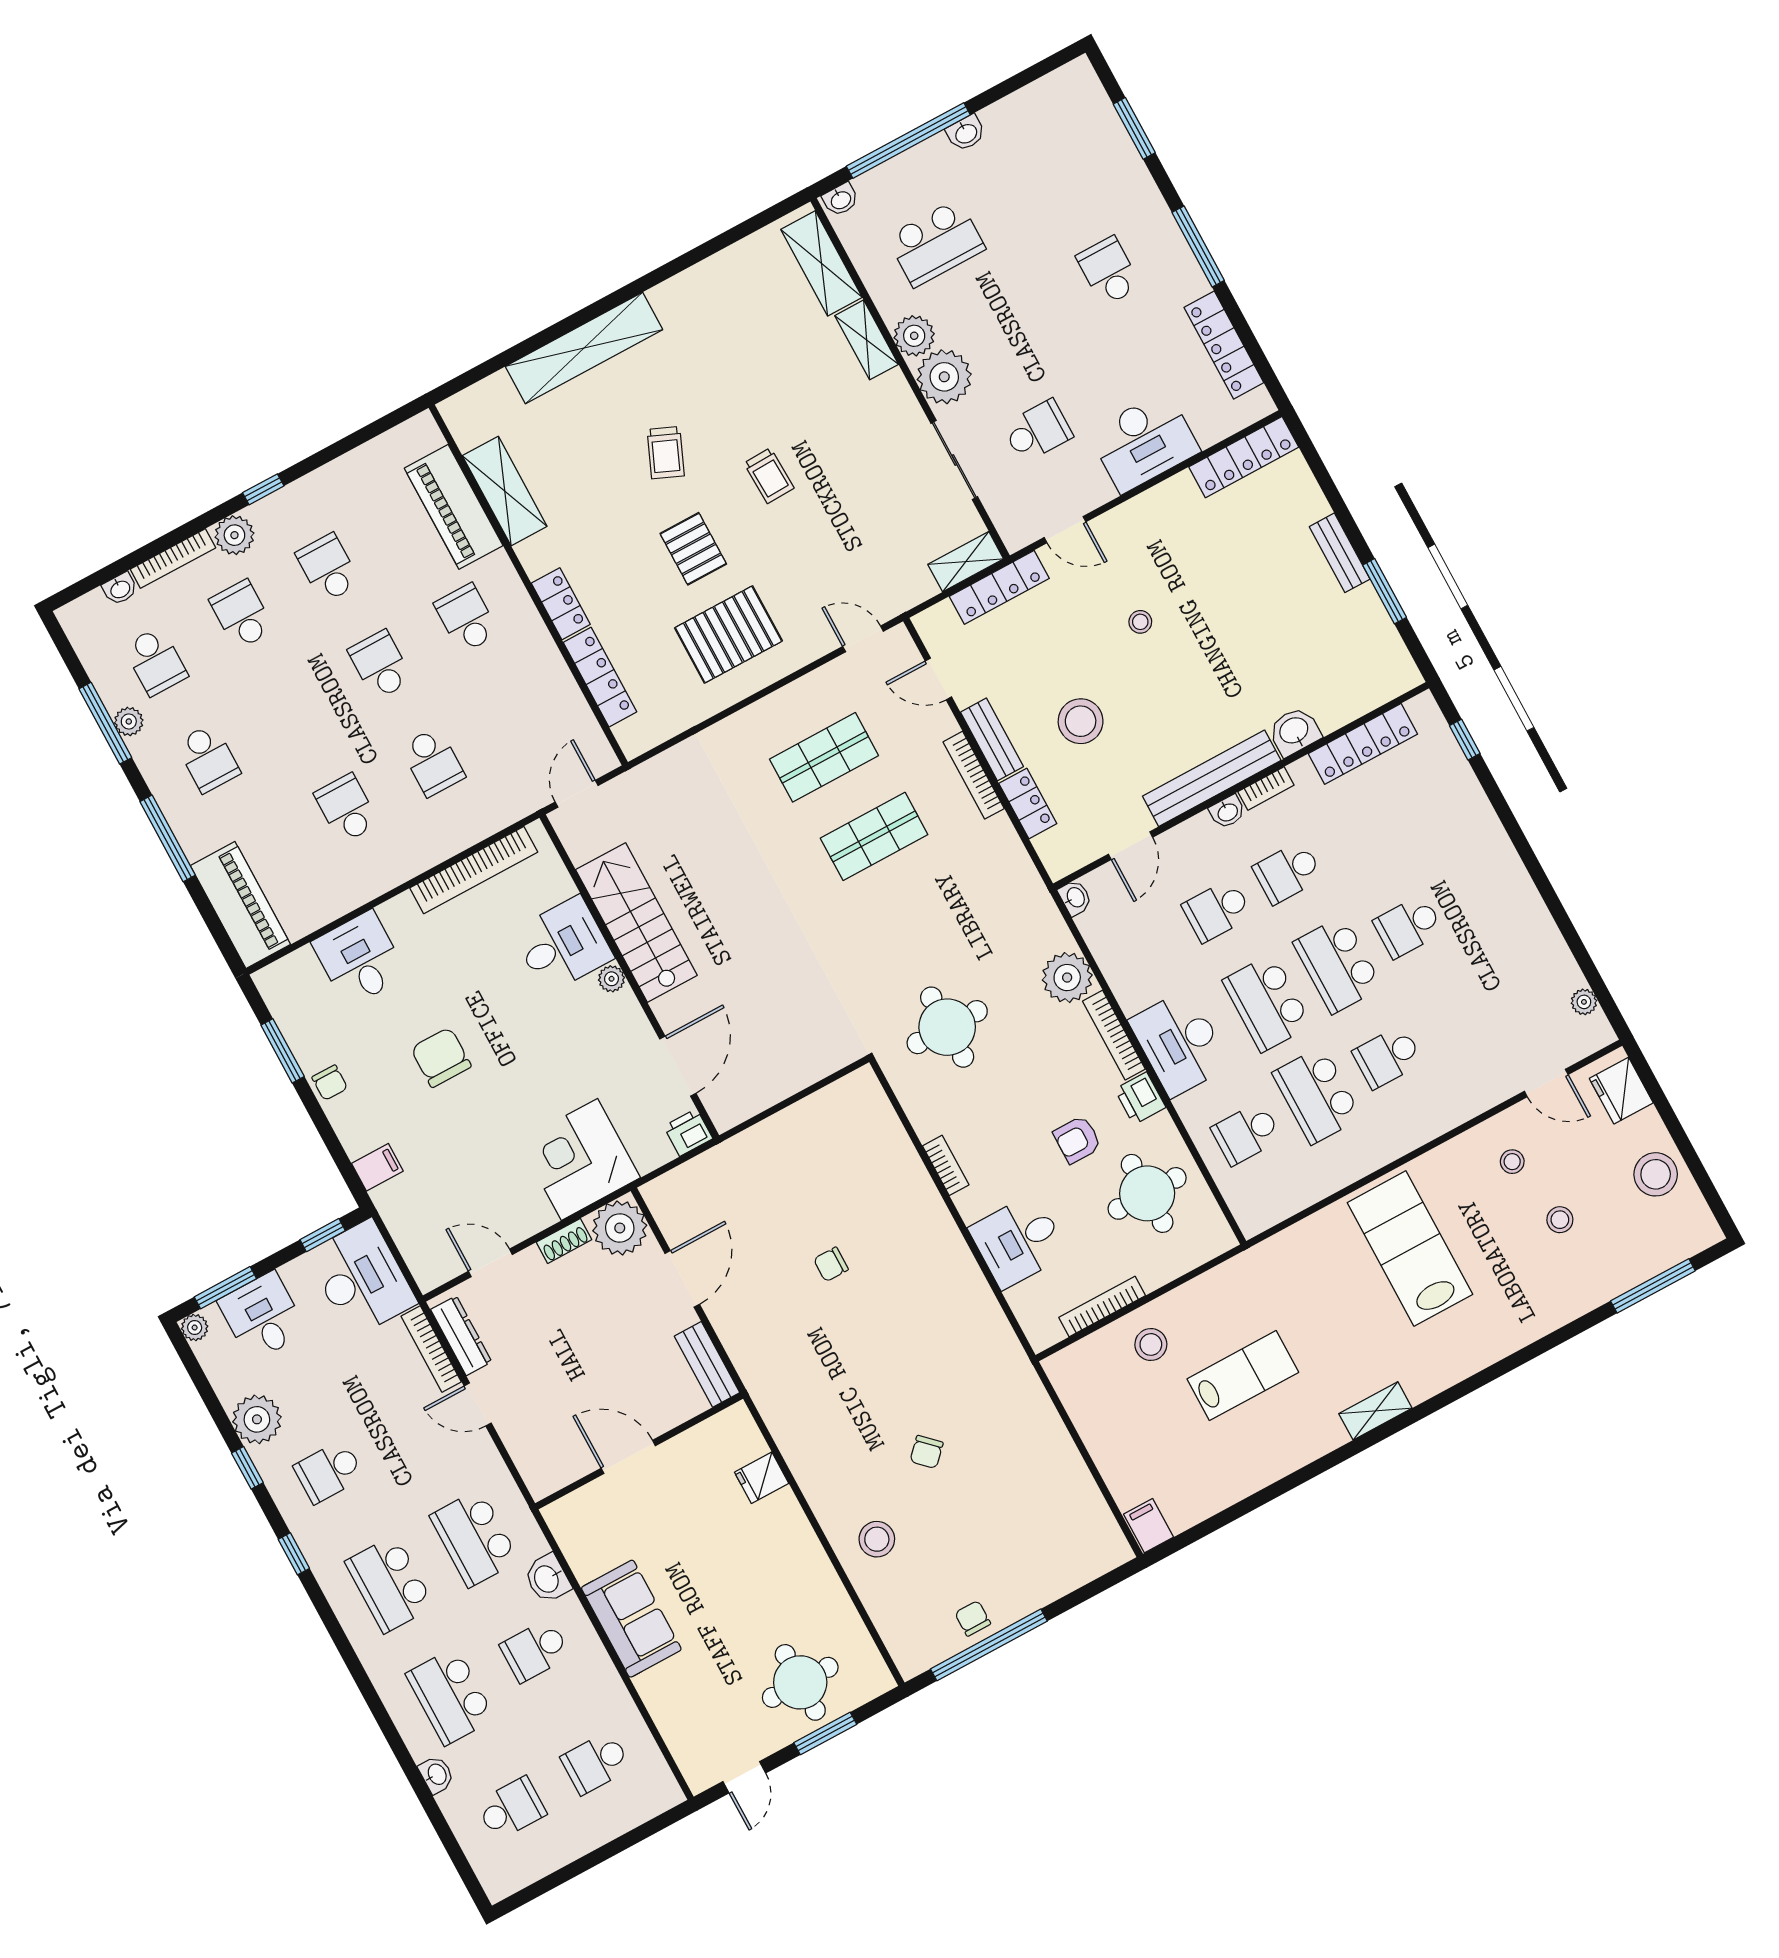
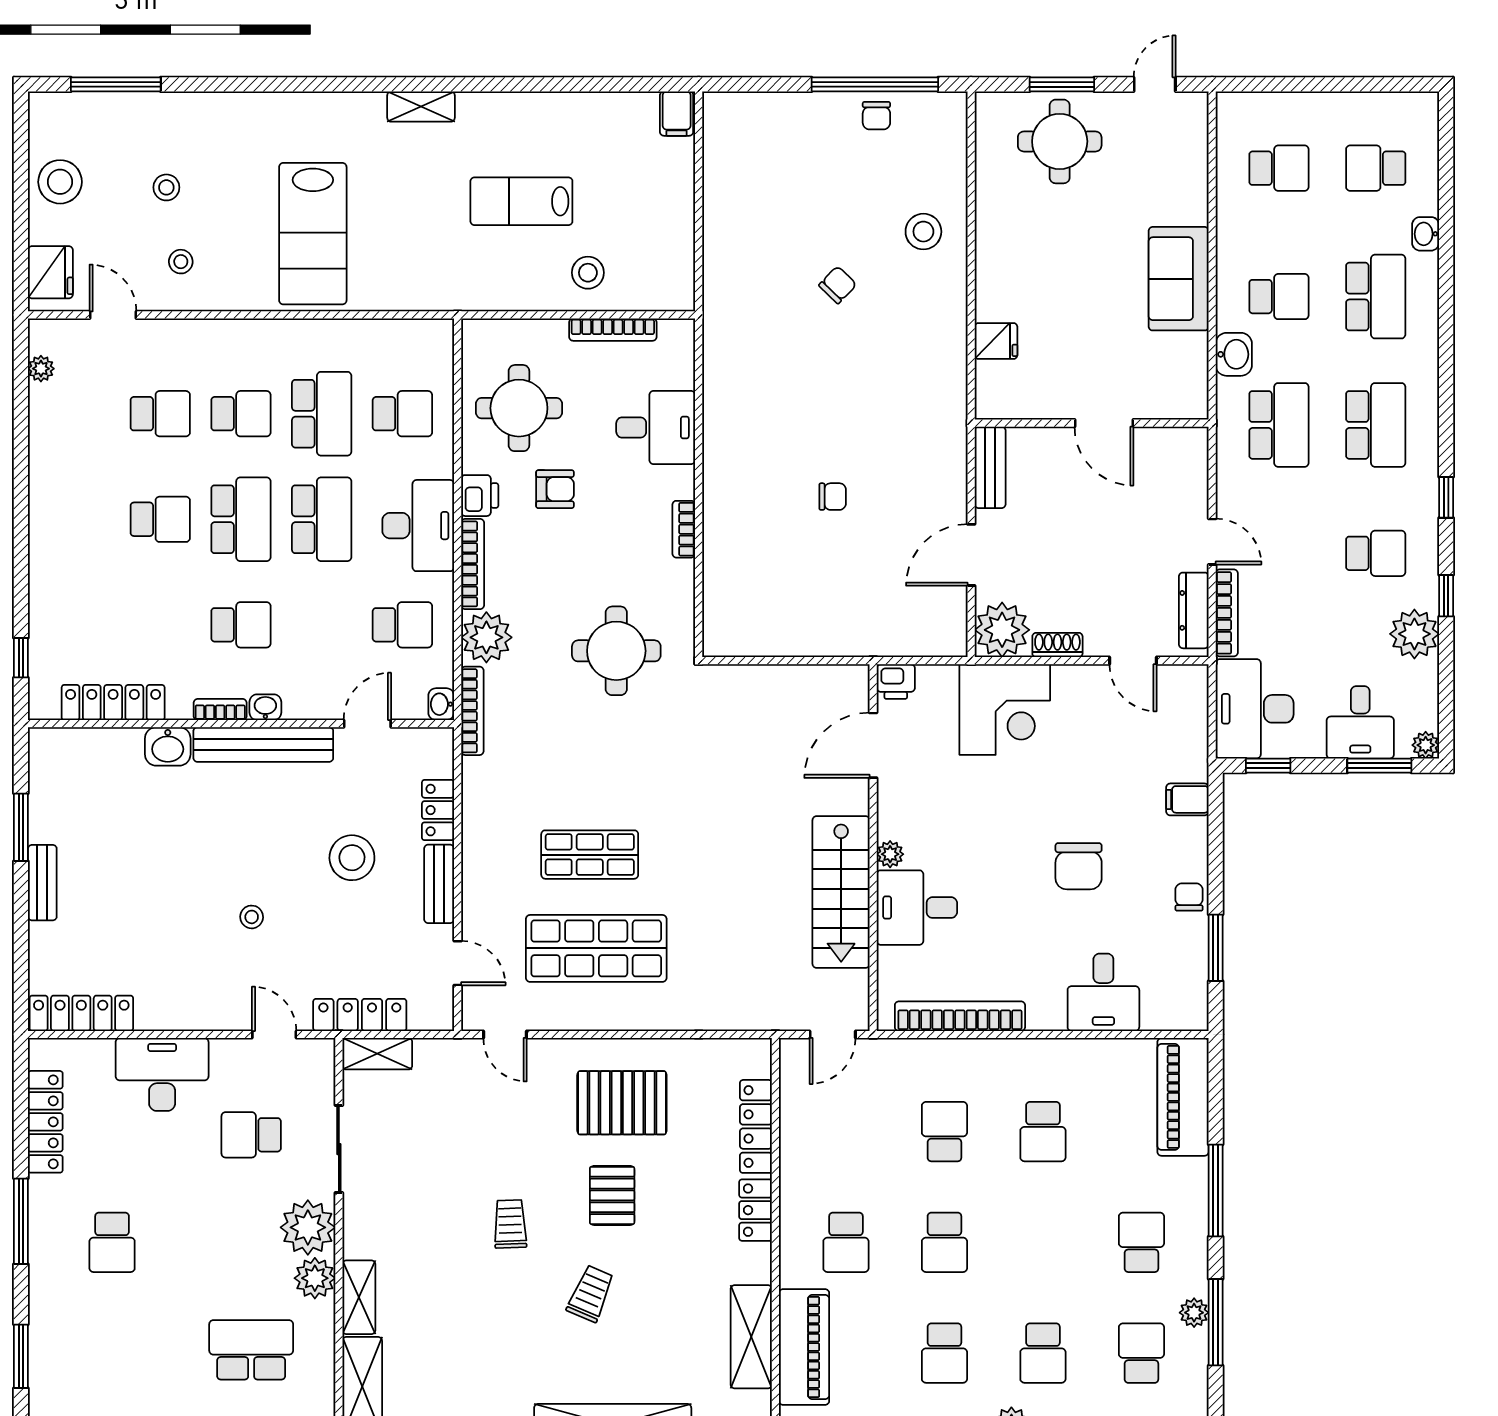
shop shelf: (824, 757) -> (596, 948), width x1.43, depth x1.36
bookcase: (974, 775) -> (472, 711), moved
school desk: (1217, 911) -> (402, 625), moved
school desk: (1458, 1019) -> (160, 414), added

